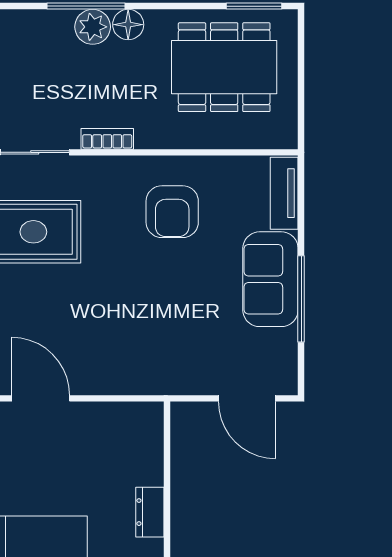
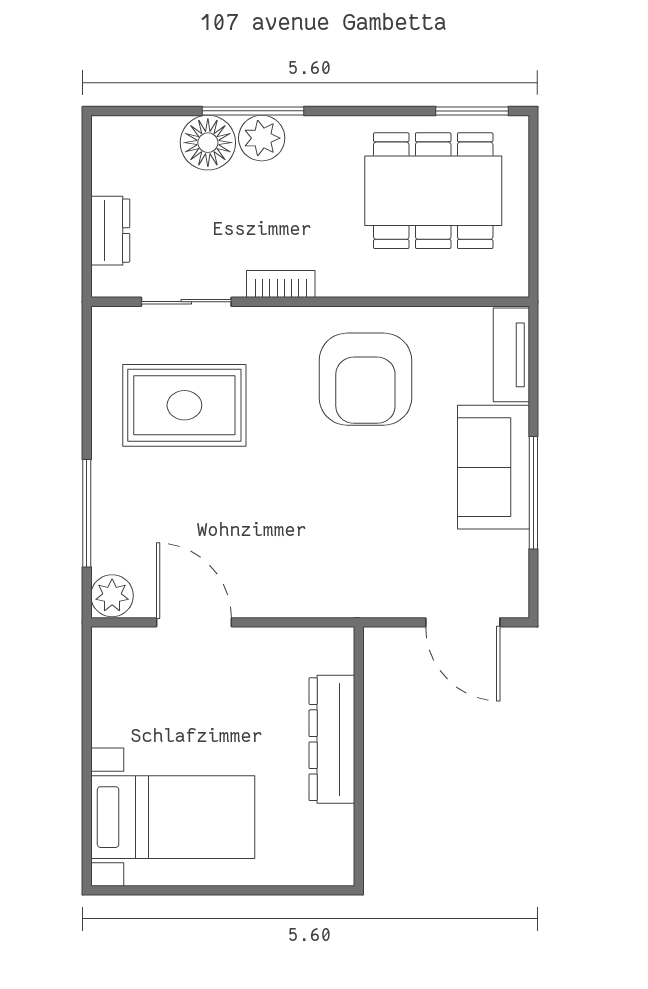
floor lamp: (128, 25) -> (208, 143), moved, width x1.38, depth x1.38
armchair: (172, 212) -> (365, 379), width x1.36, depth x1.36
dresser: (150, 512) -> (332, 739), width x1.96, depth x1.24

